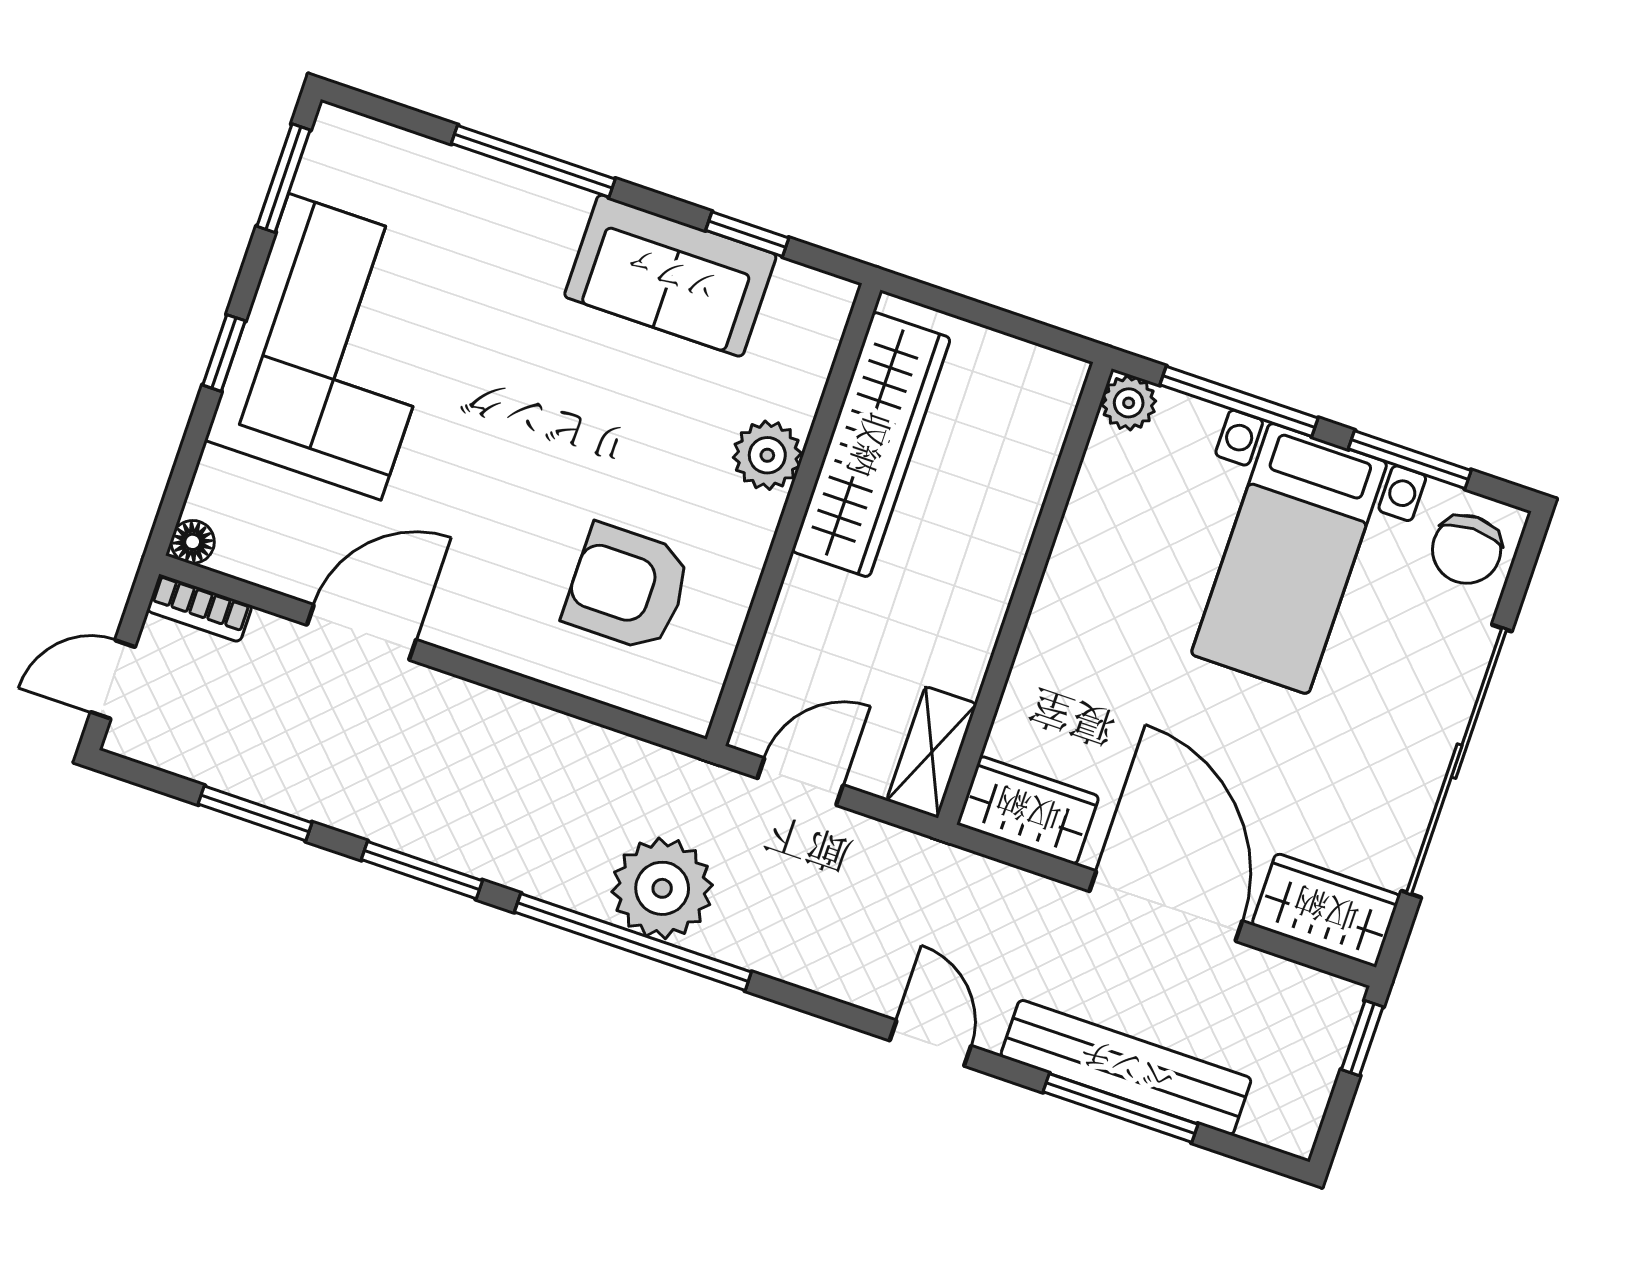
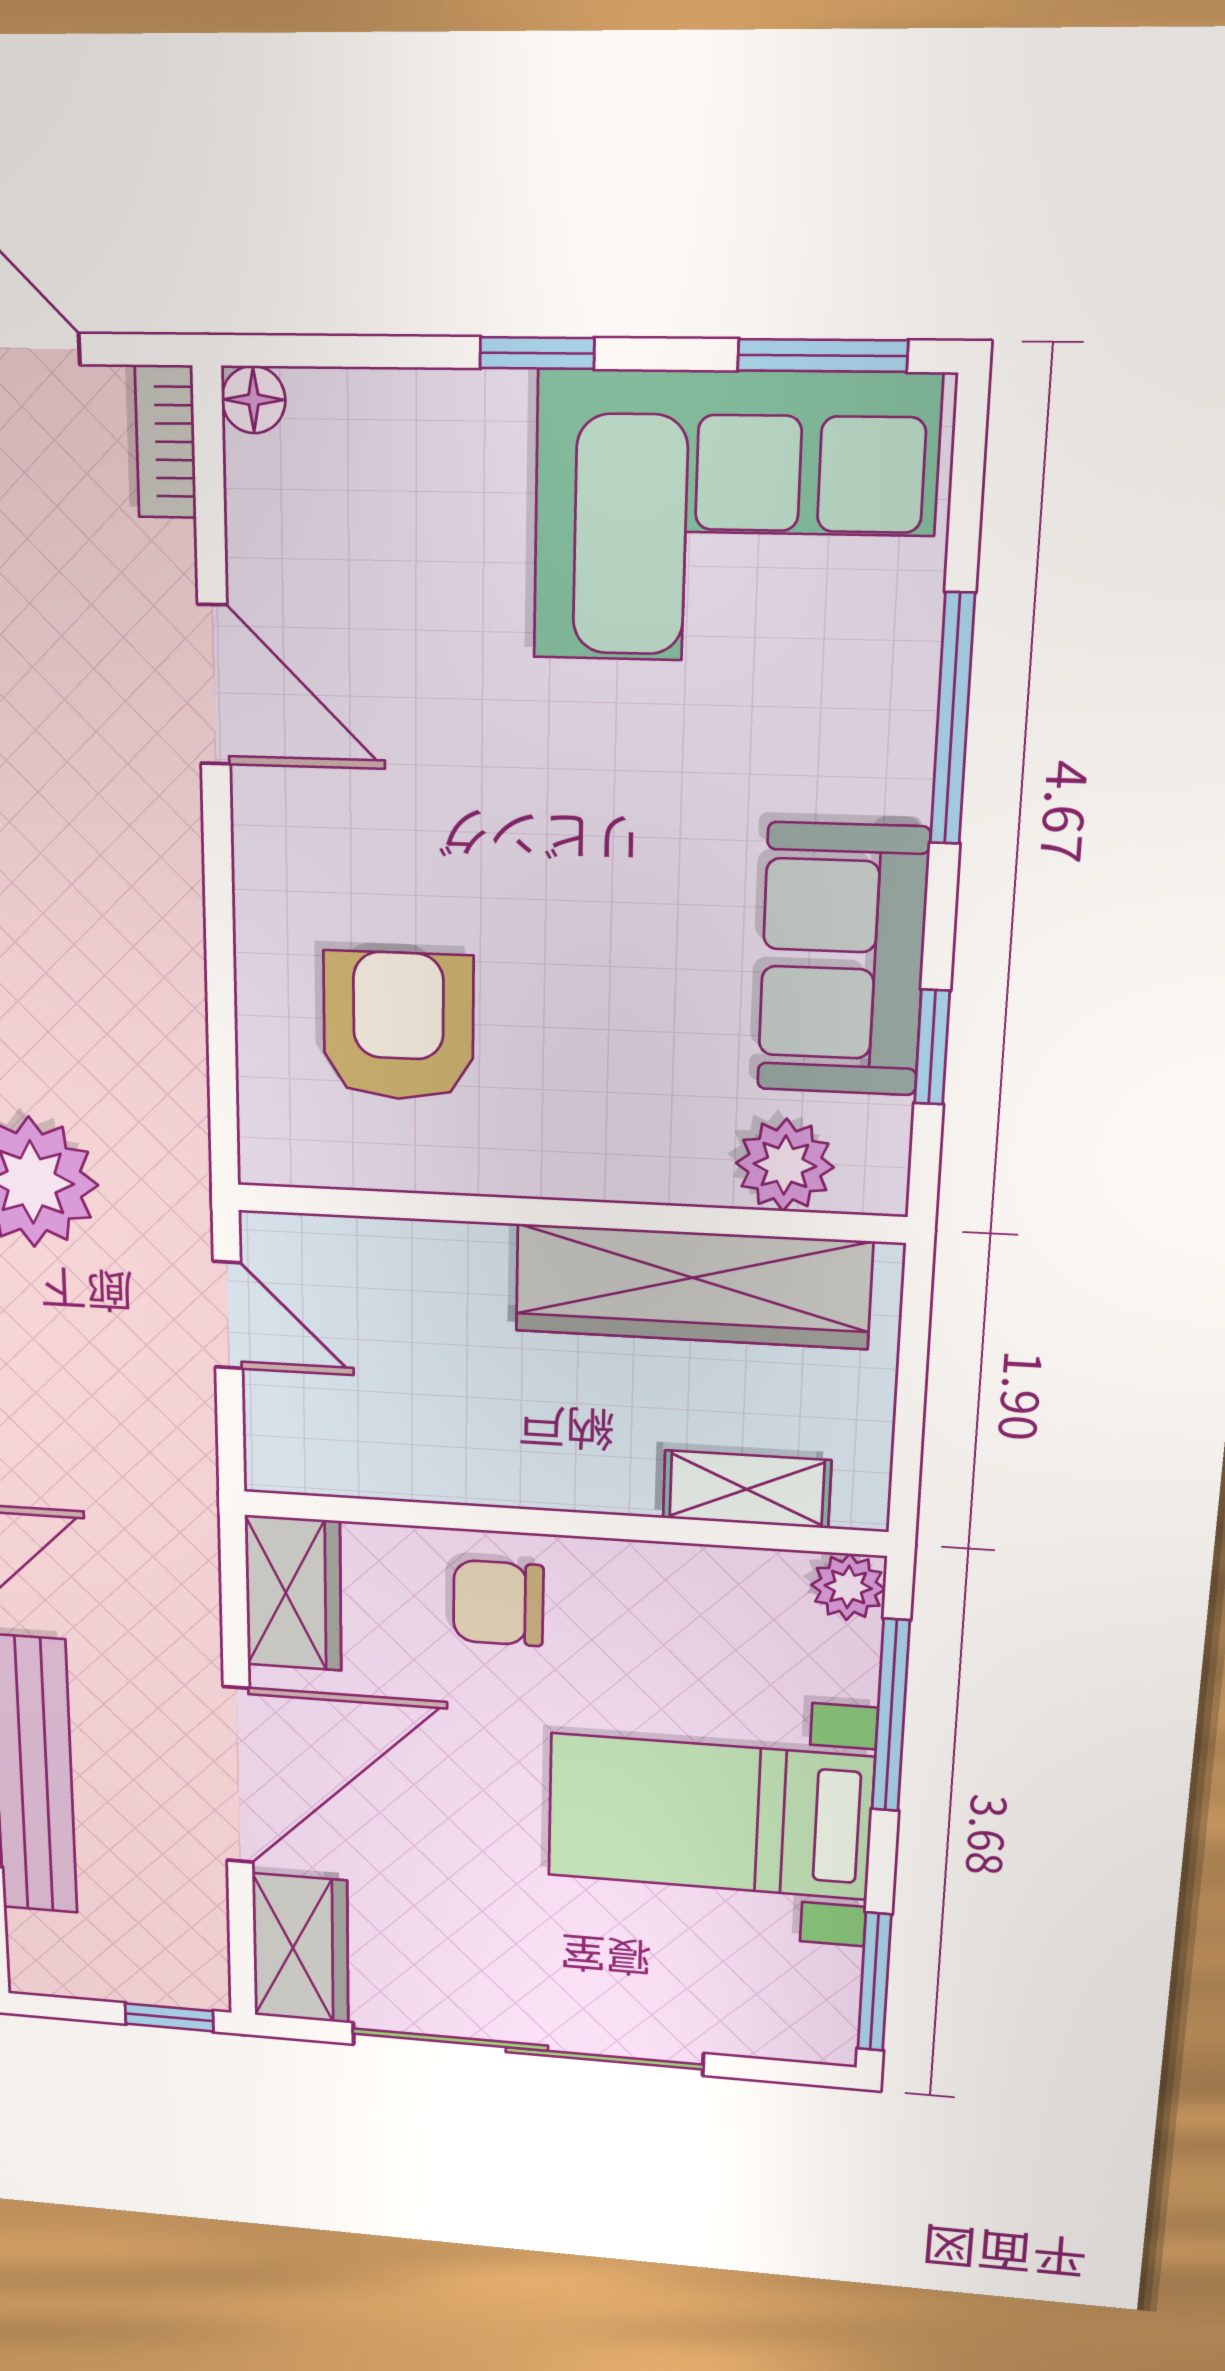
corner sofa: (335, 347) -> (734, 518), moved
plant: (767, 455) -> (785, 1165), moved
window: (1410, 460) -> (874, 1982), moved
chair: (1467, 549) -> (498, 1603), moved
shelving: (932, 752) -> (747, 1489), moved

